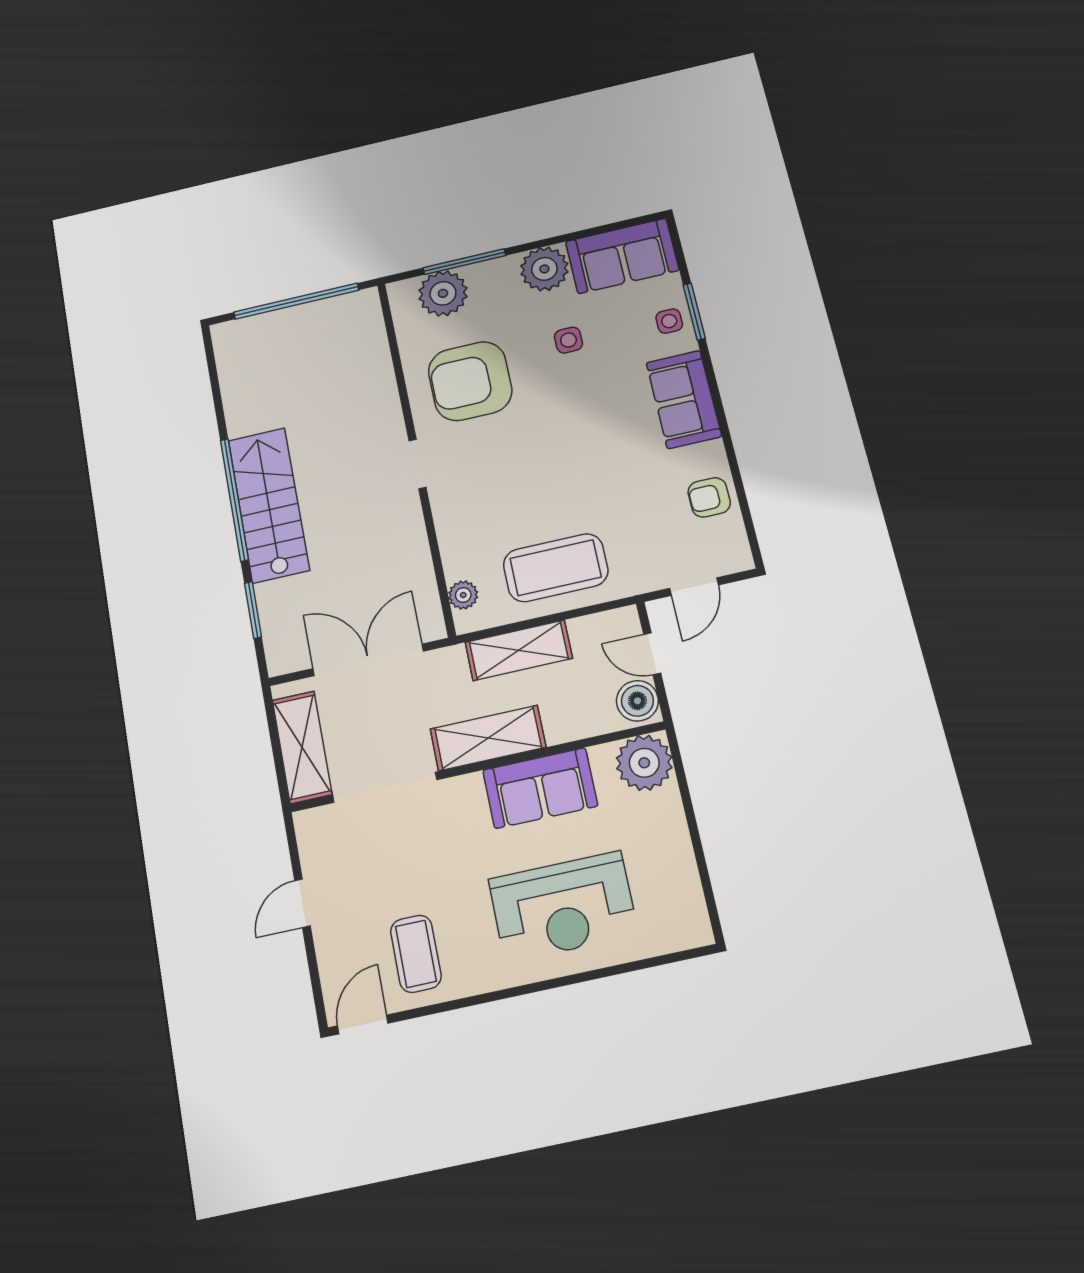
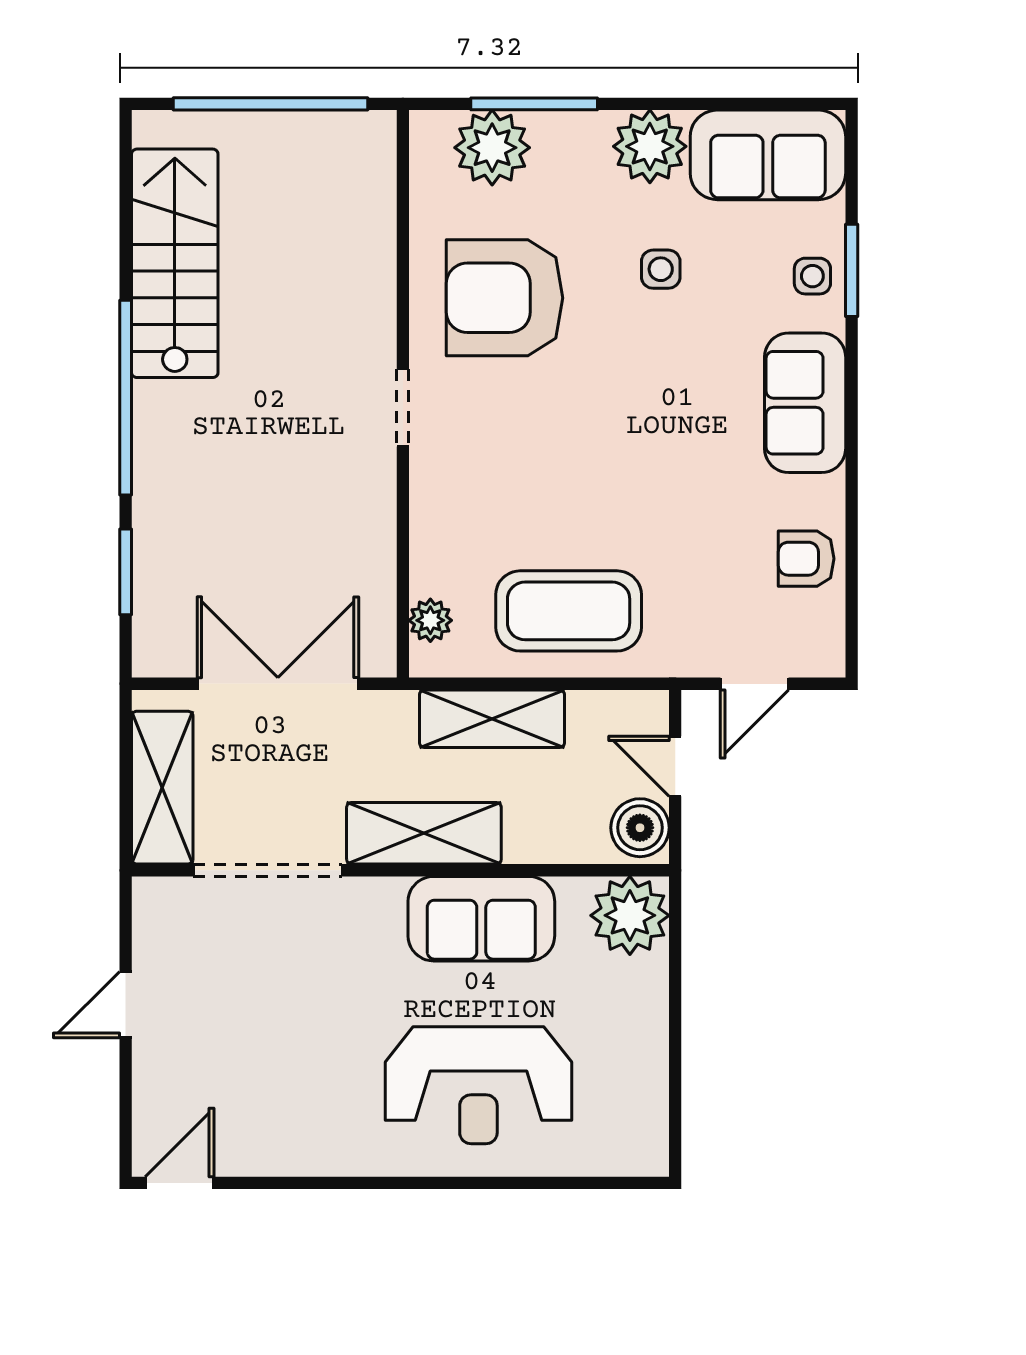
stairs: (269, 505) -> (175, 263), moved
coffee table: (416, 954) -> (268, 1105), removed

